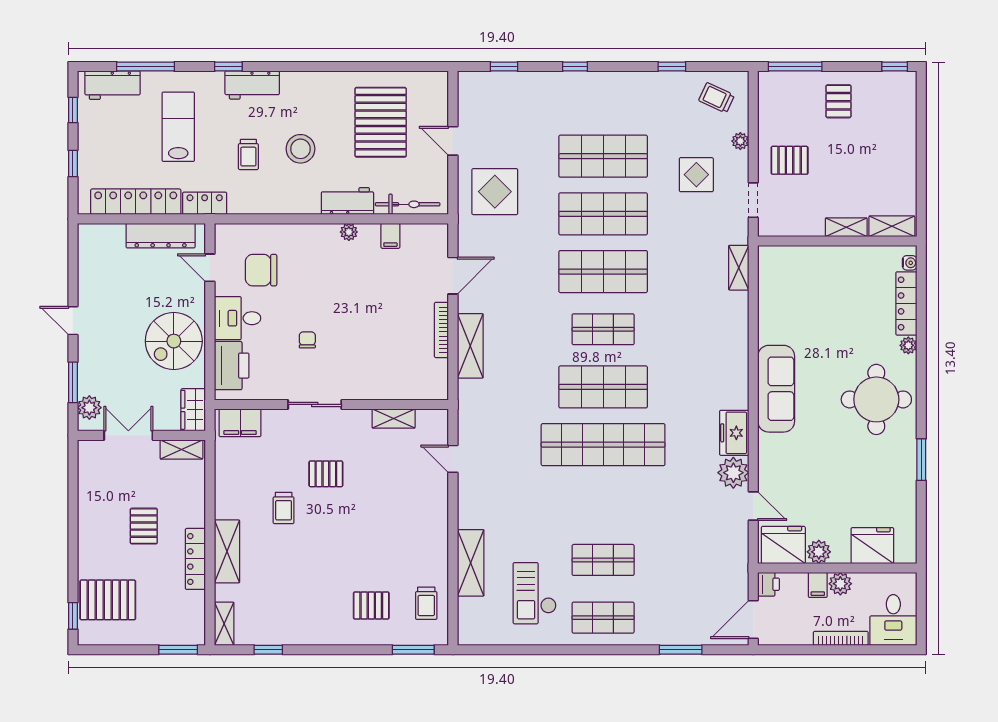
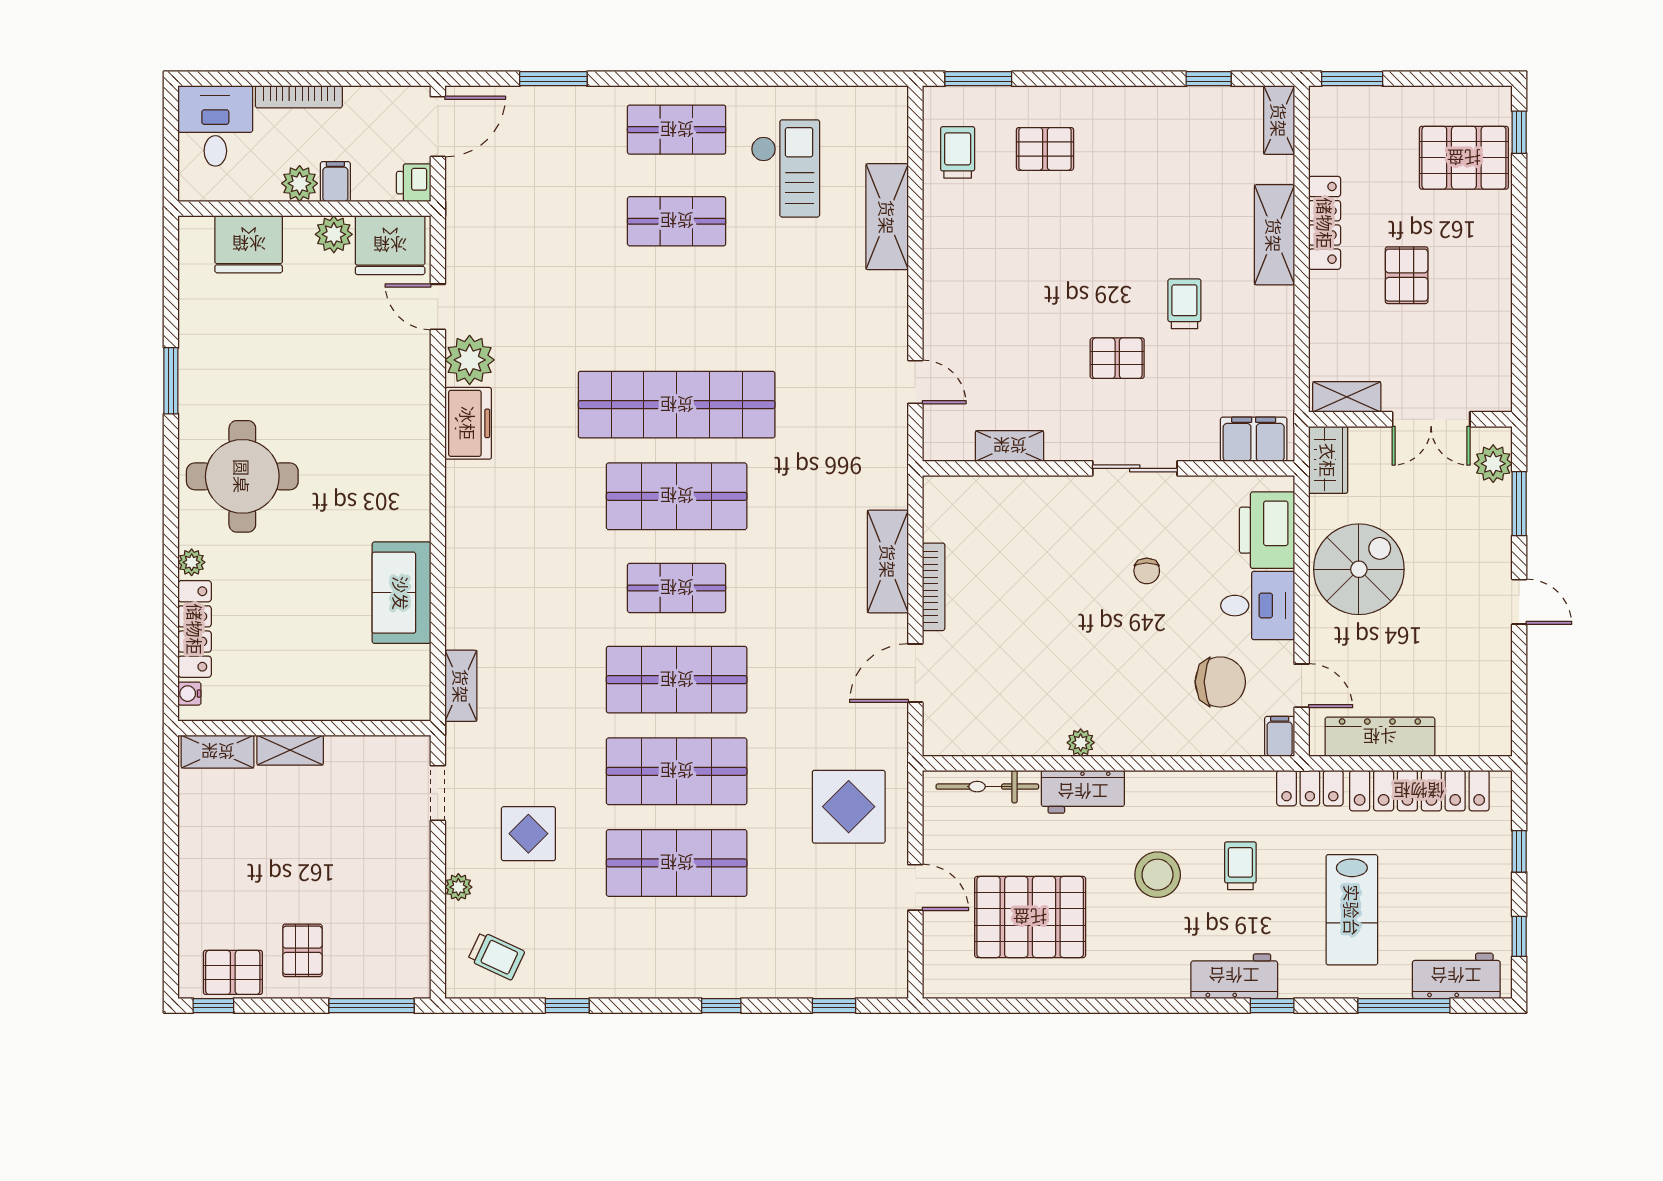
pallet: (381, 122) -> (1030, 917), turned 90
pallet: (790, 160) -> (233, 972), moved
filing cabinet: (390, 236) -> (1280, 736), moved
sofa: (776, 389) -> (401, 593), moved, width x0.73

